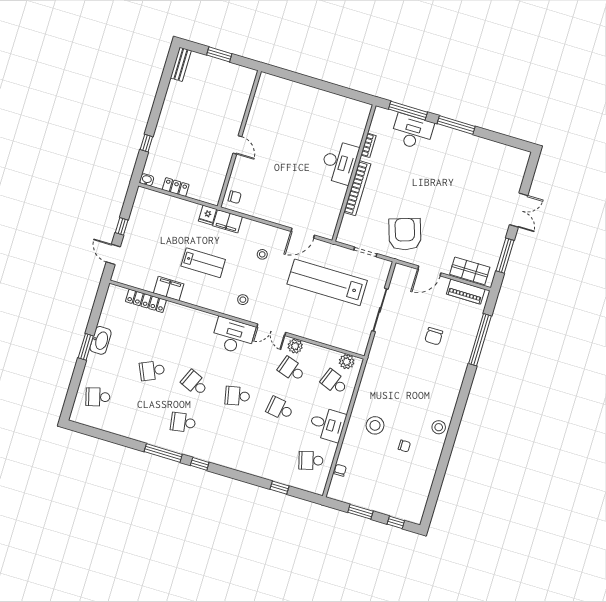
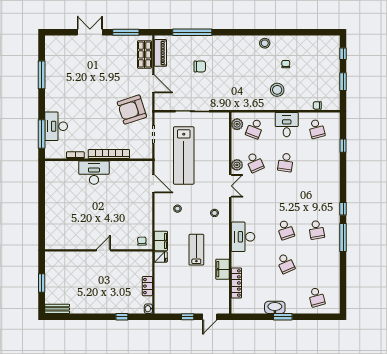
window: (456, 125) -> (42, 75), moved
desk: (233, 336) -> (243, 237), moved
school desk: (292, 370) -> (255, 162), turned -42
school desk: (195, 383) -> (286, 230), turned -42
school desk: (237, 396) -> (286, 196), removed

